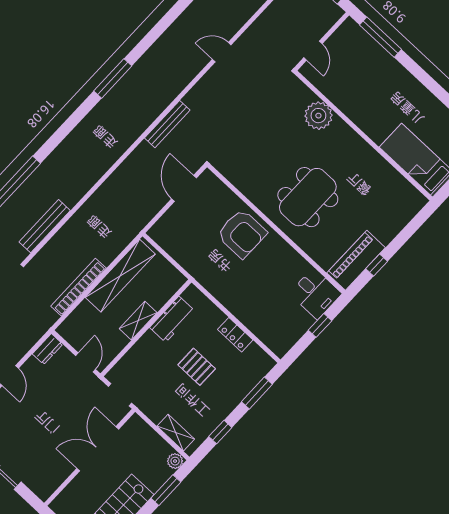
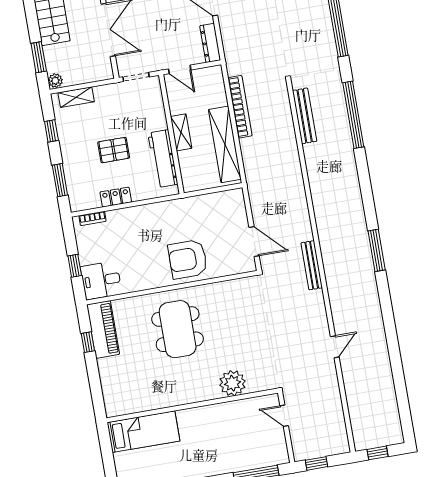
workbench: (172, 319) -> (163, 159), width x1.38
bookcase: (268, 341) -> (92, 218), added
dresser: (48, 349) -> (210, 43), width x1.44

